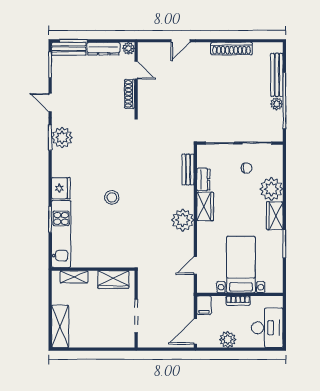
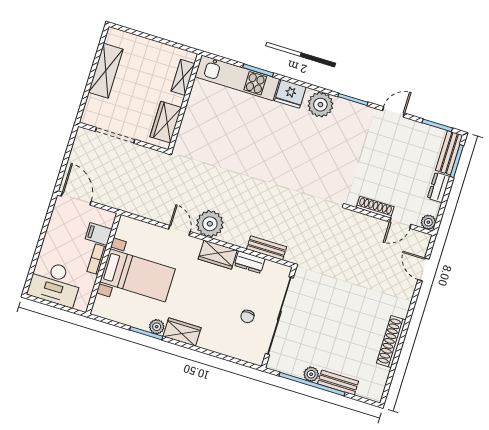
door: (180, 41) -> (423, 269), moved
dresser: (103, 49) -> (439, 187), width x0.70
bench: (277, 75) -> (338, 383), width x0.73
plant: (62, 137) -> (320, 105), moved
plant: (271, 189) -> (157, 327), moved, width x0.53, depth x0.53
stool: (112, 197) -> (262, 150), removed
door: (195, 265) -> (179, 230), moved
filing cabinet: (204, 305) -> (99, 234), moved
shelving: (60, 326) -> (106, 71), moved, turned 90
plant: (228, 340) -> (55, 233), removed

